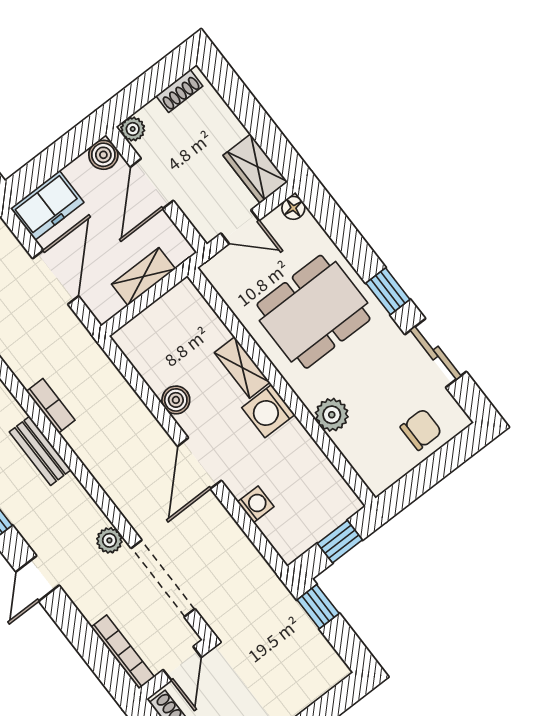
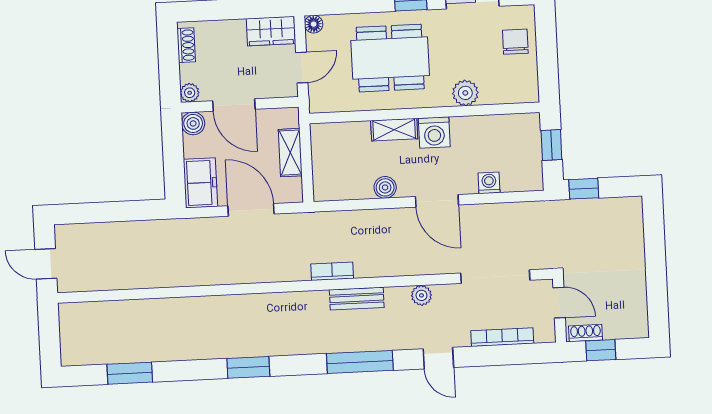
dining table: (314, 312) -> (390, 58), turned 90
plant: (109, 540) -> (421, 295), moved
bookcase: (123, 652) -> (502, 337), moved

